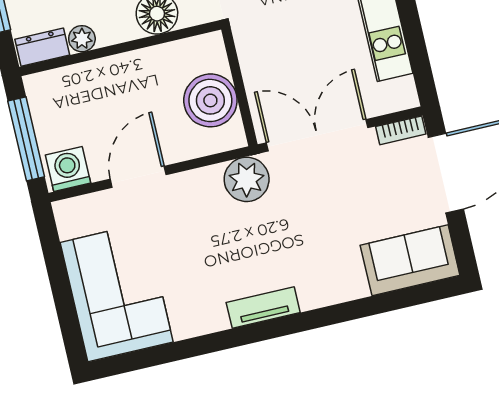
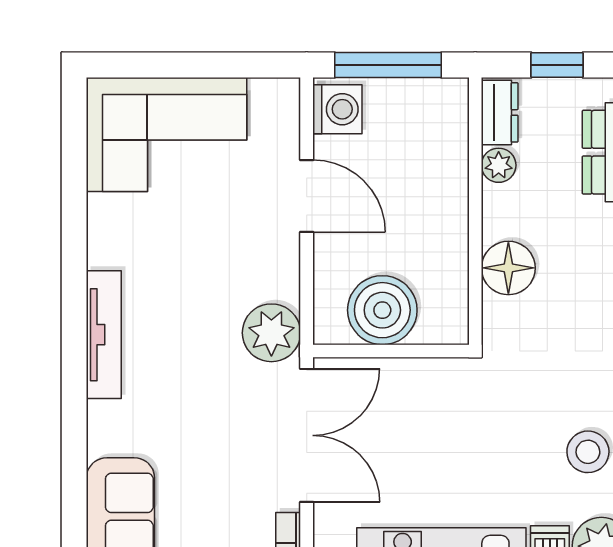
tv unit: (263, 308) -> (104, 335), width x1.41

